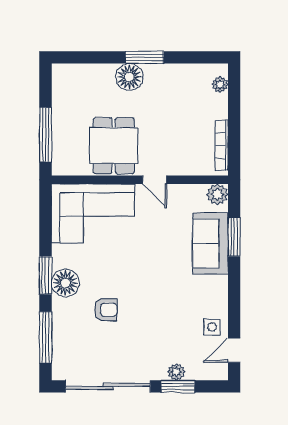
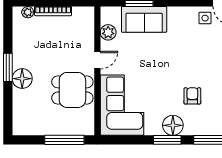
bookcase: (222, 145) -> (53, 11), moved
plant: (217, 194) -> (108, 32), moved

